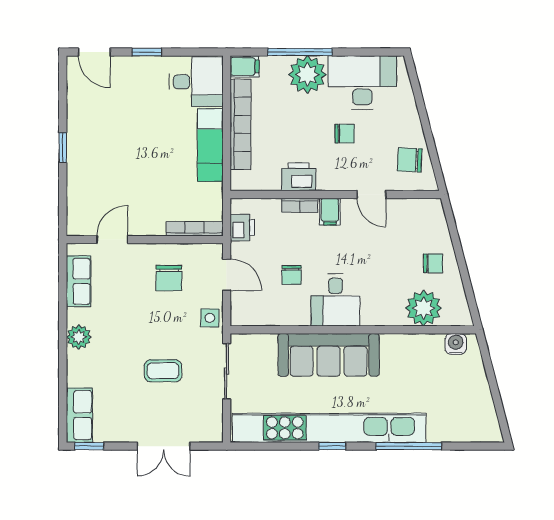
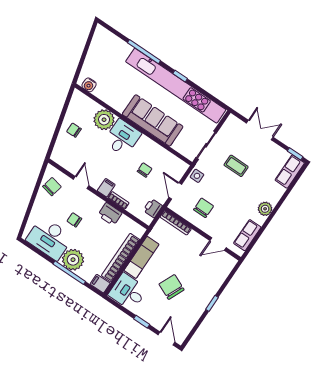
chair: (138, 132) -> (172, 287), added
chair: (410, 160) -> (52, 187), turned -81
desk: (335, 300) -> (122, 138), moved
plant: (424, 308) -> (104, 120), moved

